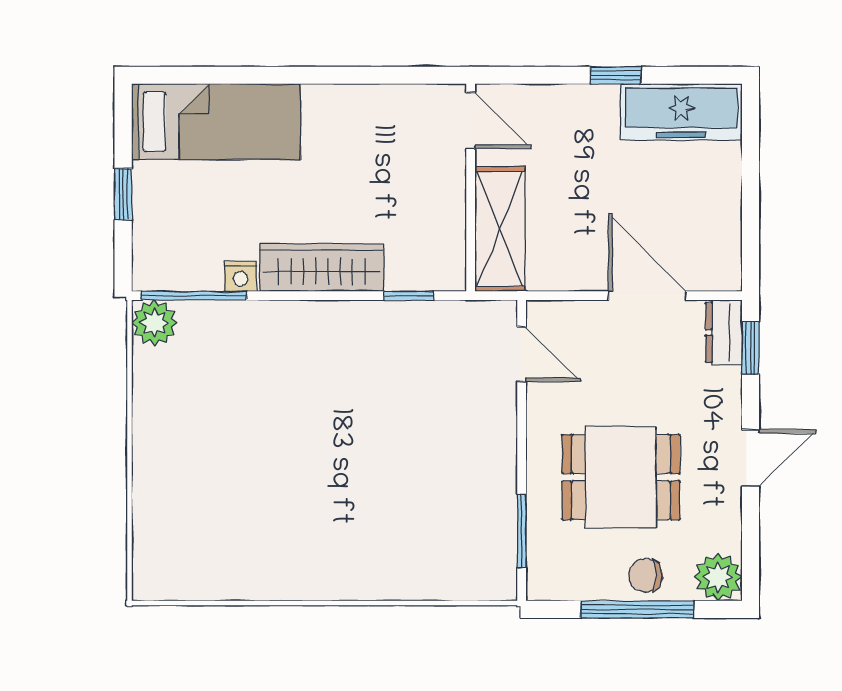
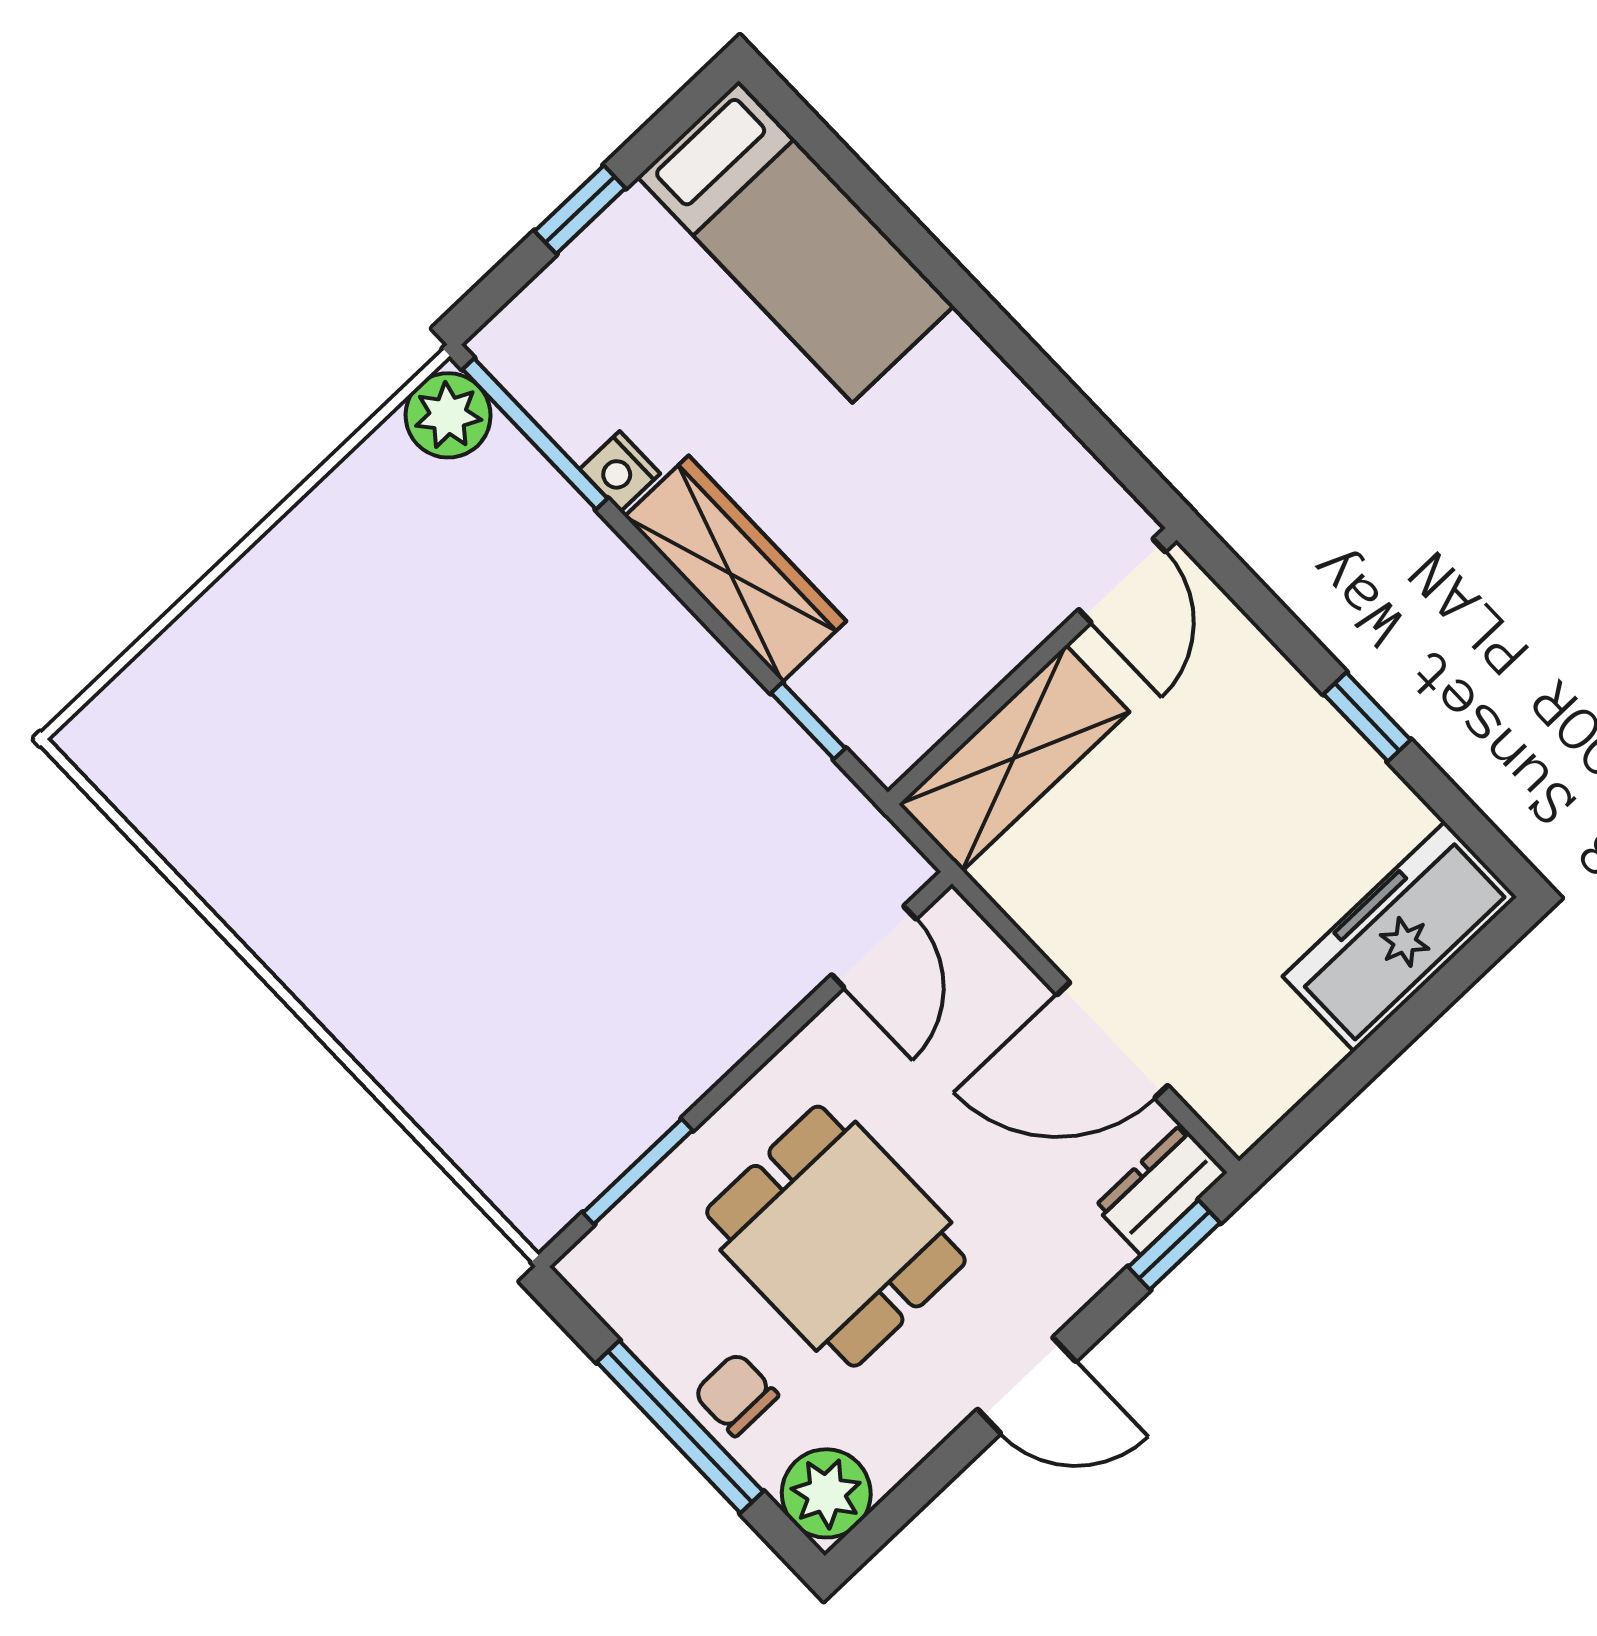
freezer: (681, 112) -> (1400, 937), moved, turned 90
door: (647, 296) -> (1112, 1040), swing flipped

